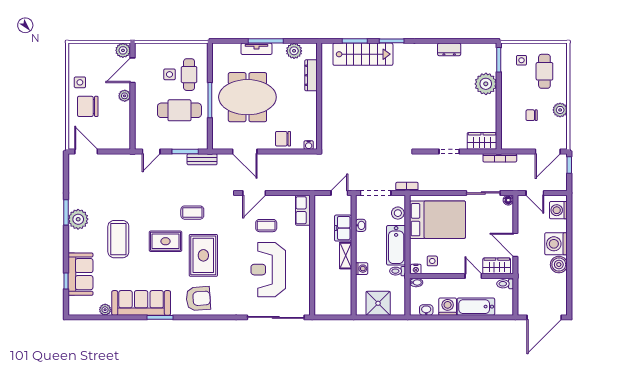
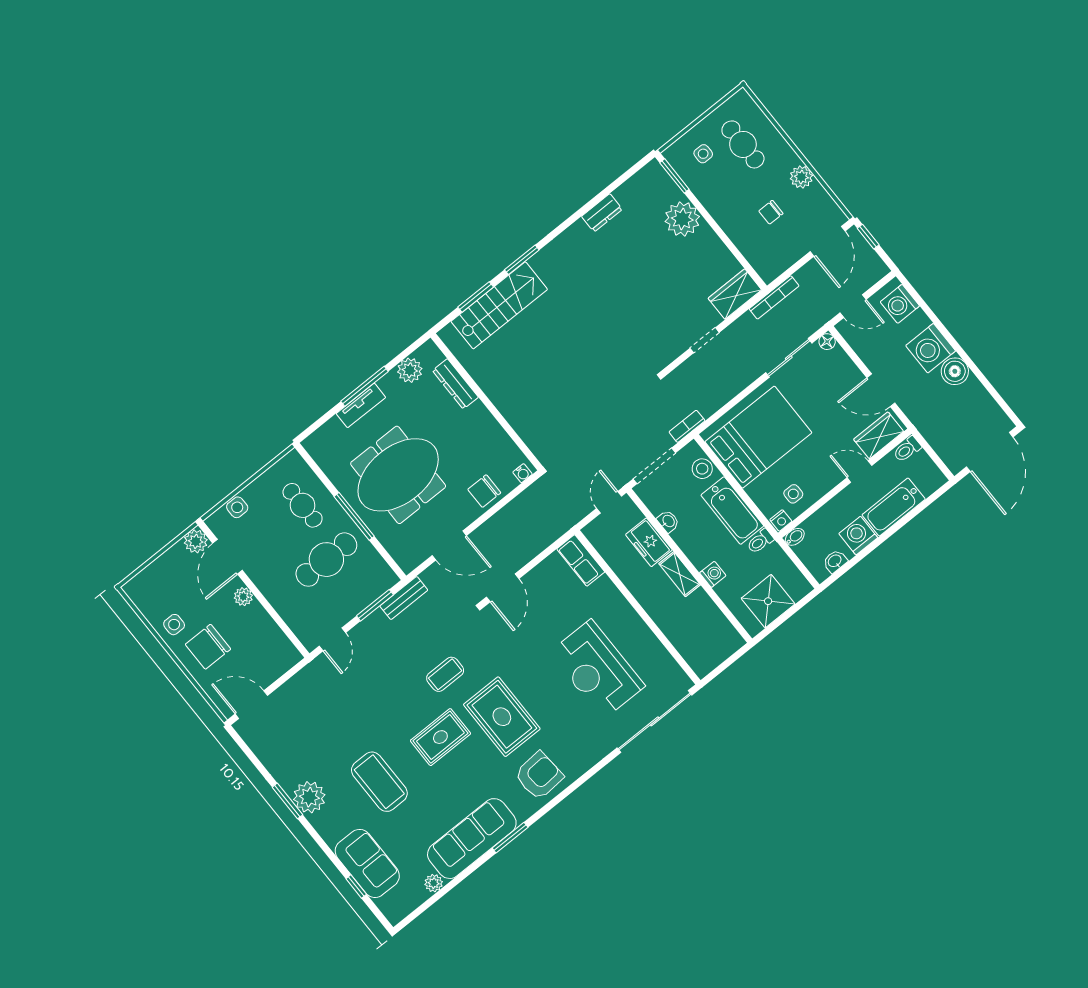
side table: (169, 74) -> (237, 507), moved
coffee table: (266, 226) -> (550, 616), removed

